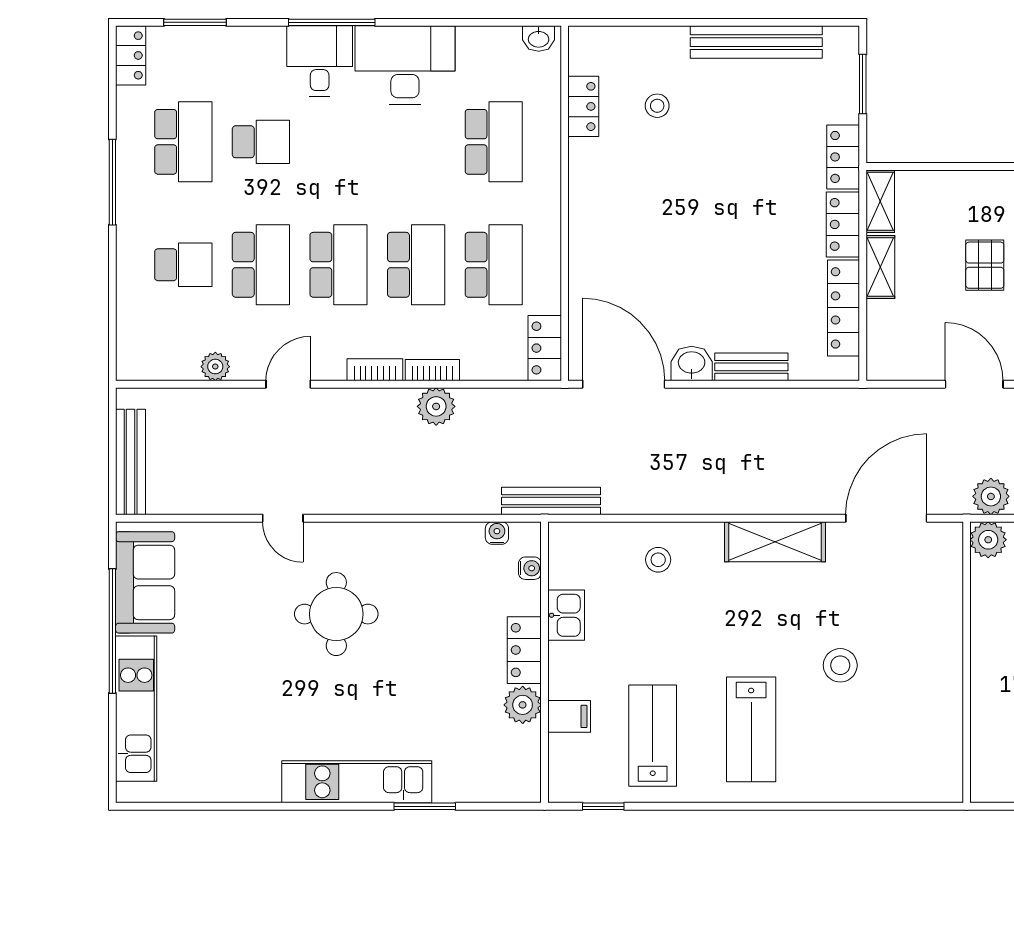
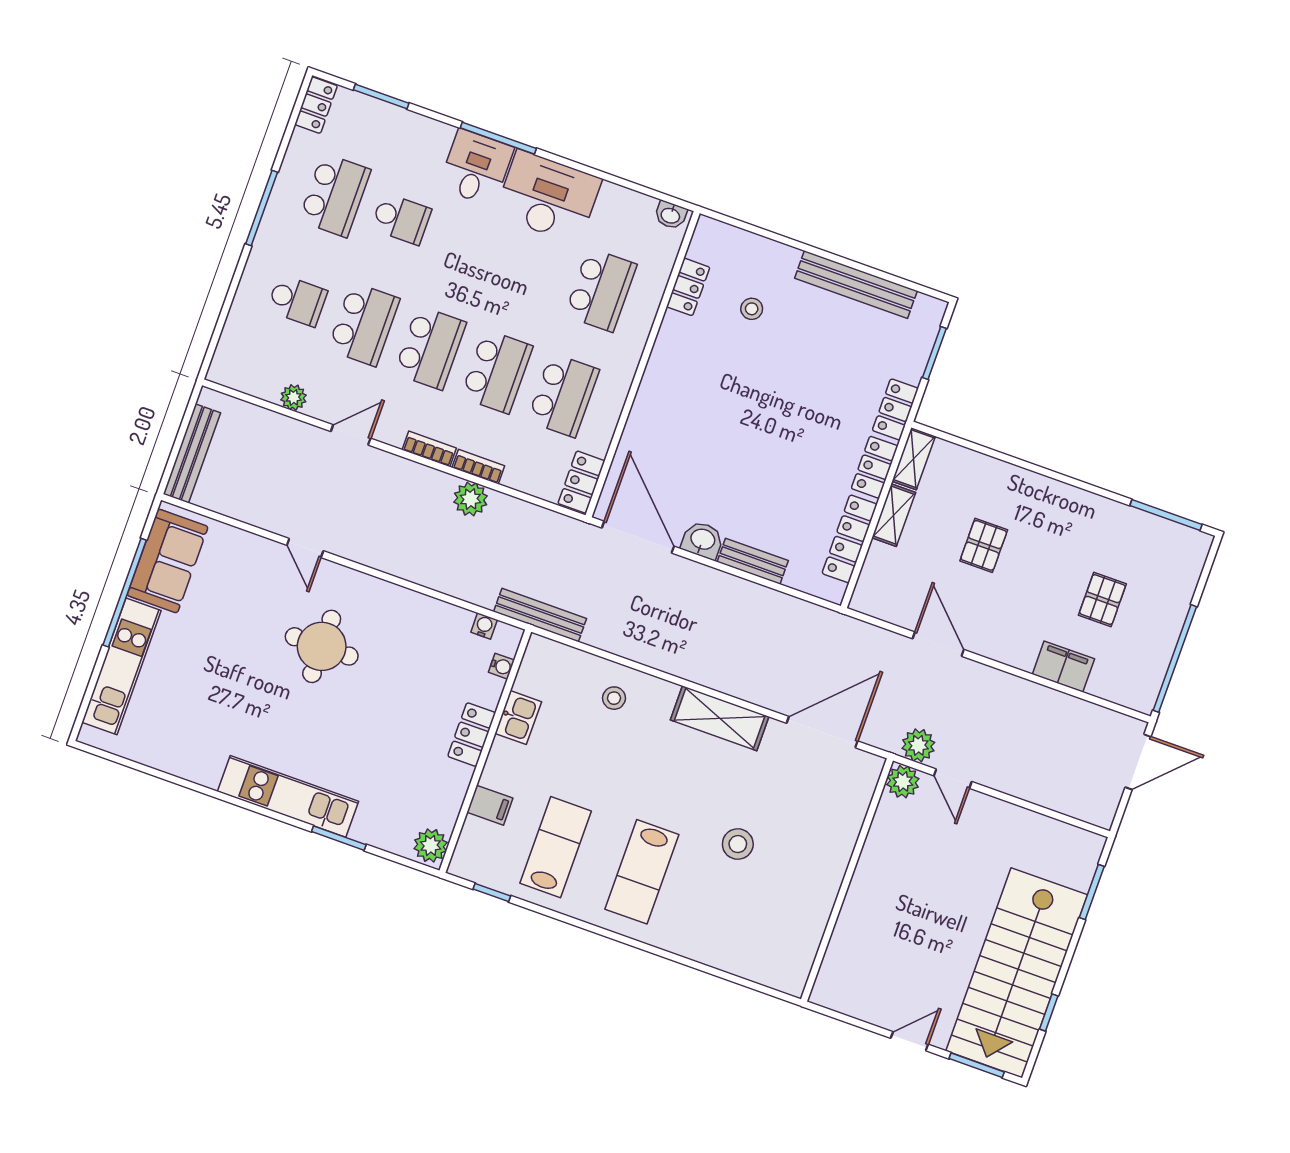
plant: (523, 705) -> (431, 845), moved

